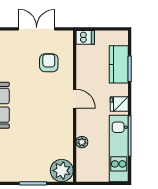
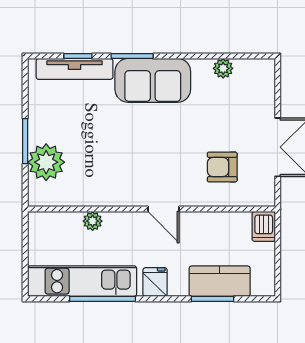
armchair: (49, 63) -> (222, 167), turned 180
door: (75, 99) -> (164, 209), hinge flipped
plant: (62, 171) -> (46, 162), moved

